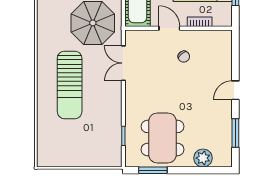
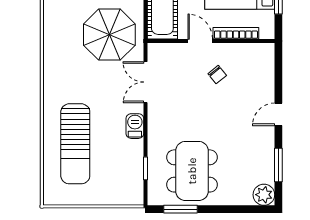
bookcase: (200, 22) -> (236, 33), width x1.56
sun lounger: (70, 85) -> (75, 144), moved
barbecue: (114, 100) -> (135, 126), added
plant: (203, 158) -> (264, 195), moved

